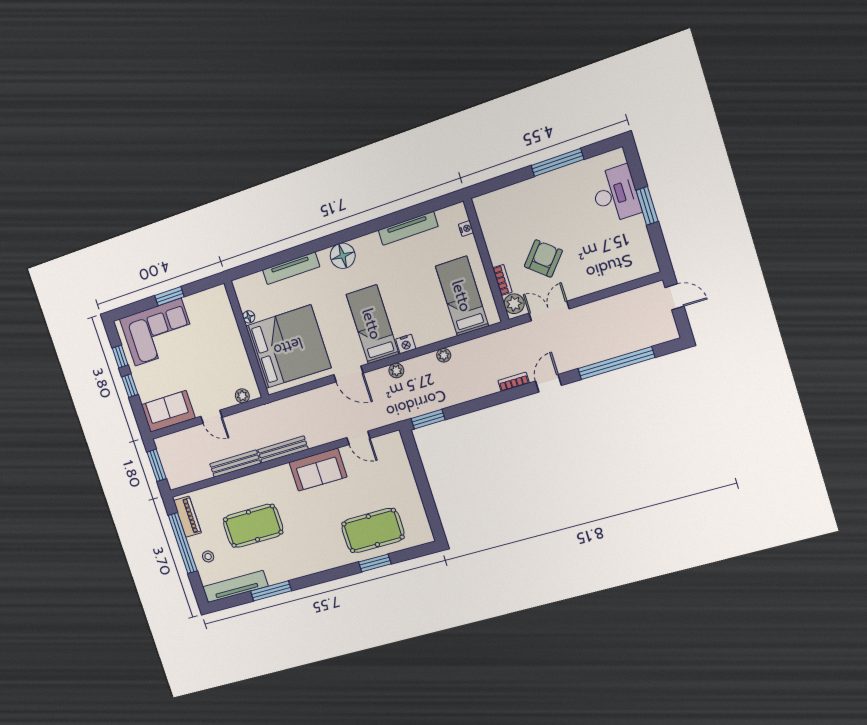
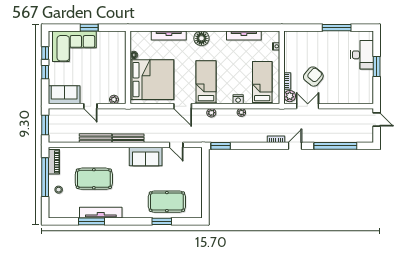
nightstand: (406, 344) -> (238, 99), moved
tv unit: (235, 586) -> (101, 213), moved

